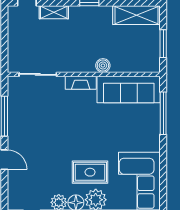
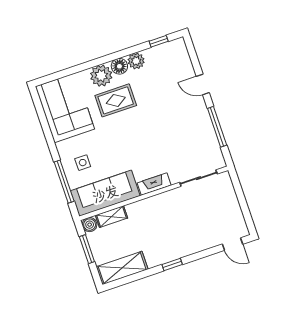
shelving: (54, 12) -> (111, 217), moved
boiler: (103, 66) -> (90, 225), moved
side table: (140, 125) -> (83, 163), added

